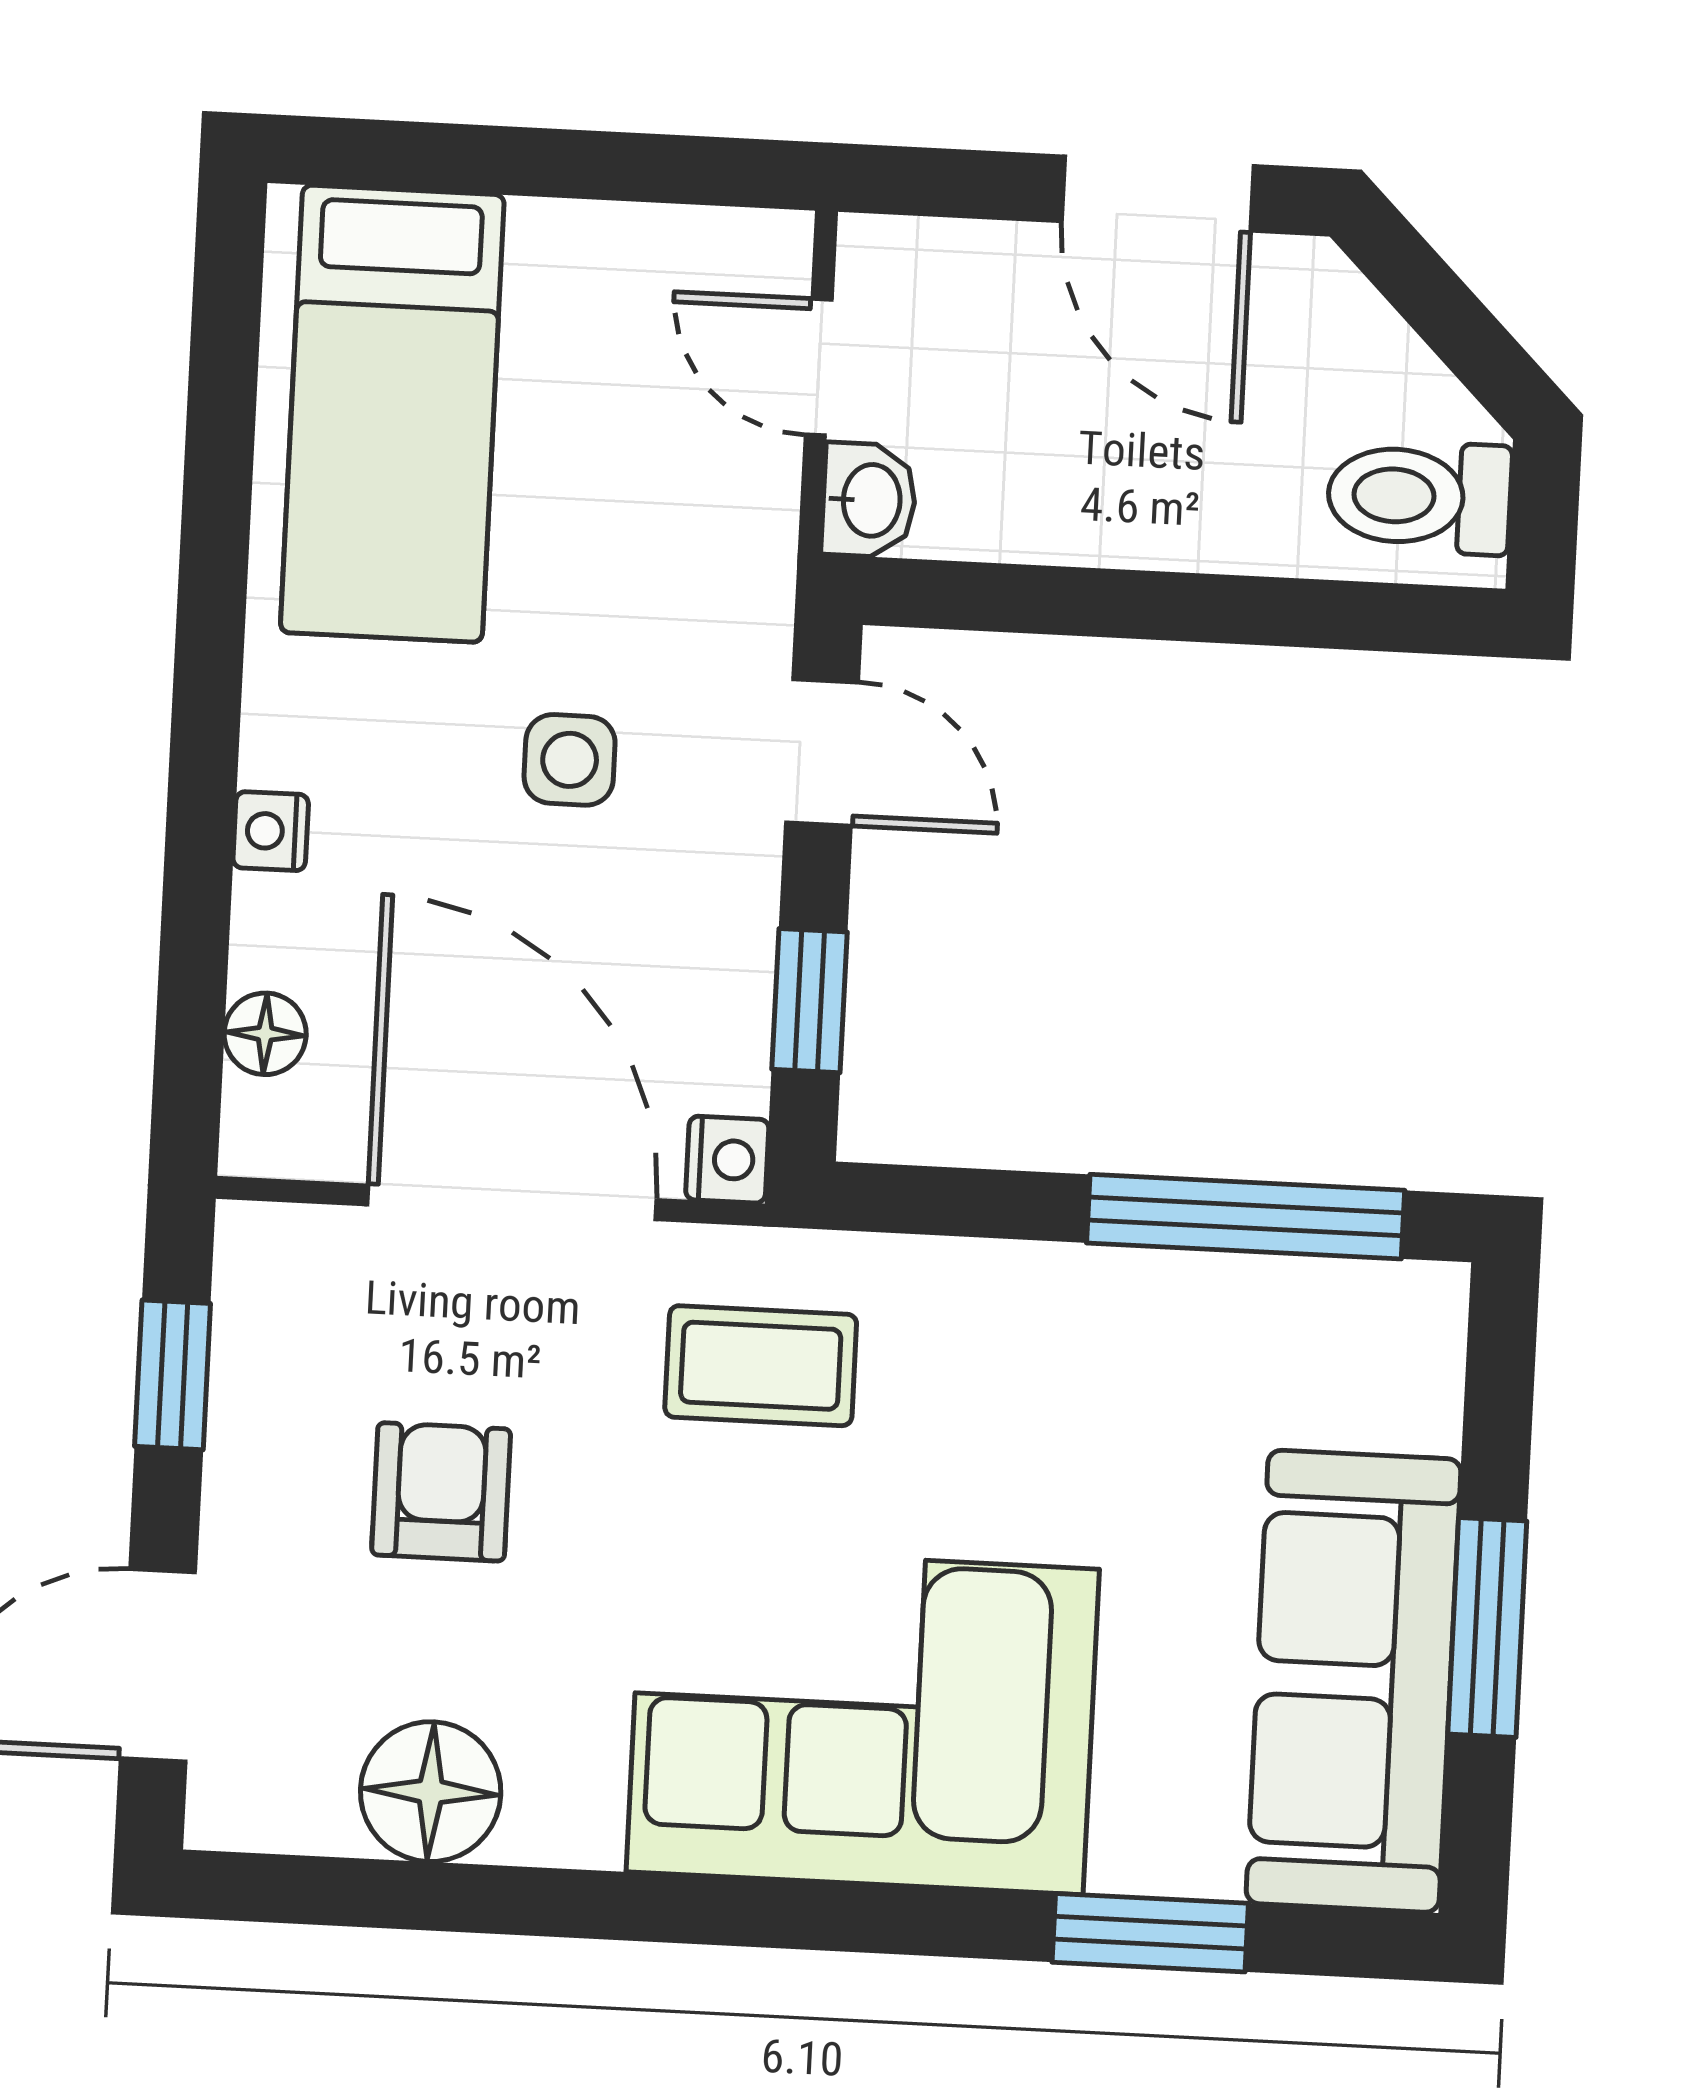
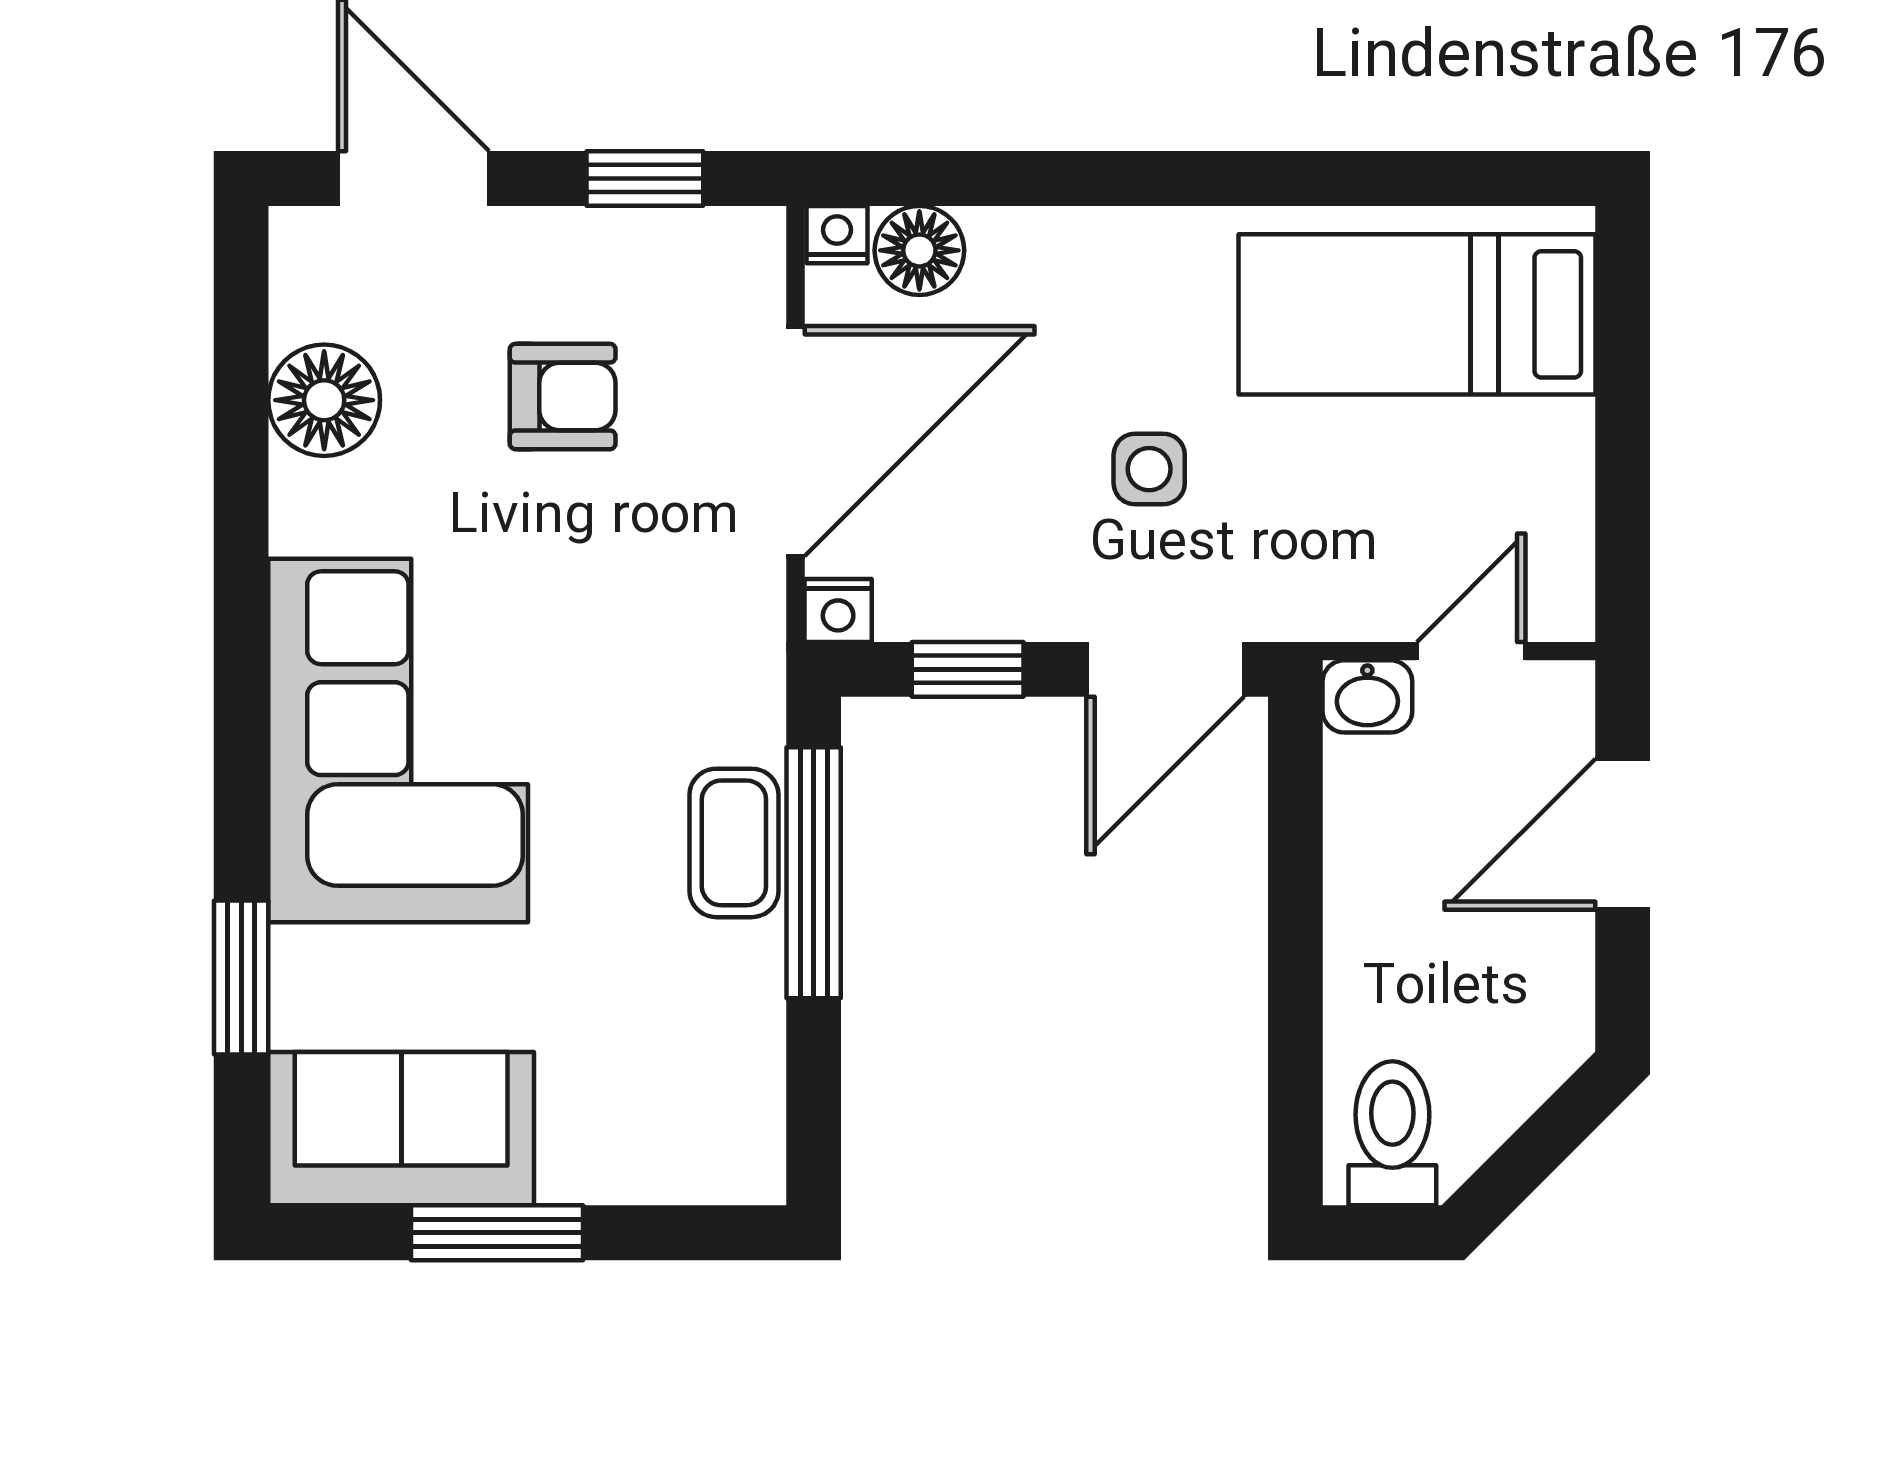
door: (1158, 194) -> (1623, 834), moved
door: (822, 752) -> (1165, 669), width x1.38
nightstand: (271, 831) -> (837, 235), moved
floor lamp: (265, 1034) -> (919, 250), width x1.37, depth x1.37
window: (1246, 1217) -> (814, 873), moved
coffee table: (761, 1366) -> (734, 843), moved
sofa: (1354, 1681) -> (401, 1129), width x0.73

